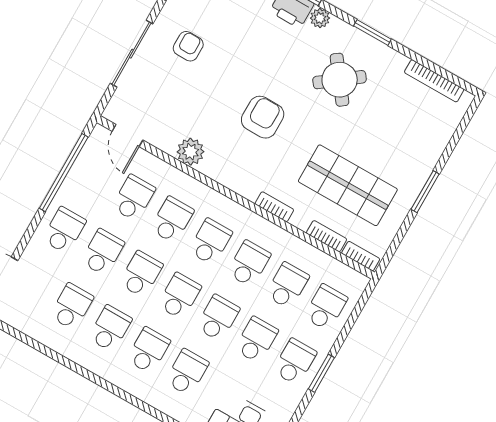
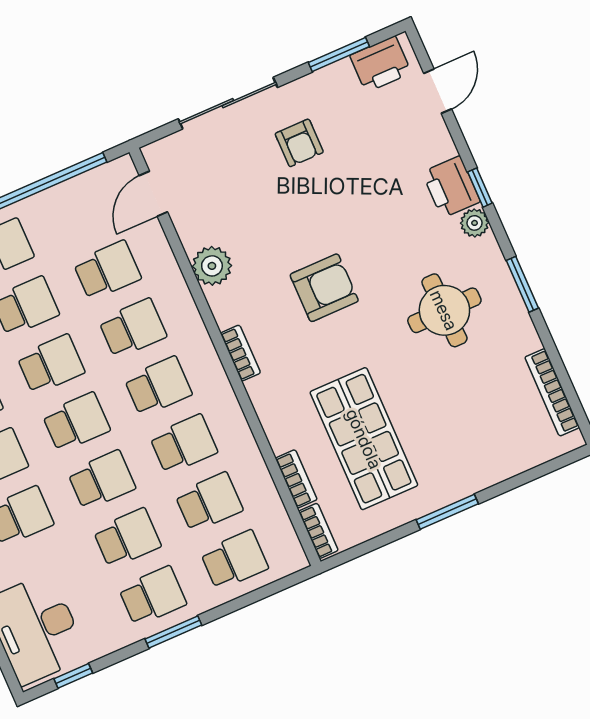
armchair: (188, 46) -> (299, 143), turned 90
round table: (340, 80) -> (444, 310), turned 36
bookcase: (274, 207) -> (240, 353), moved

